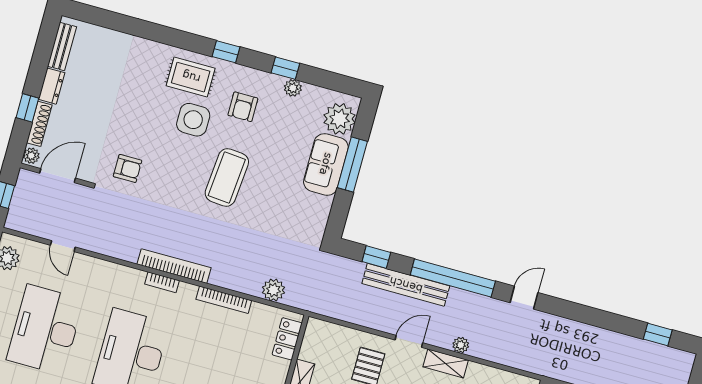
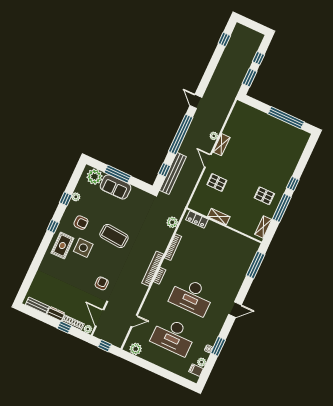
bench: (406, 285) -> (173, 173), moved

